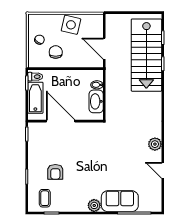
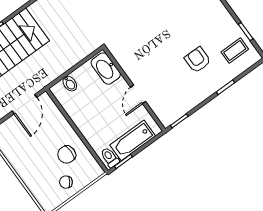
side table: (71, 25) -> (25, 159), removed
washbasin: (96, 101) -> (106, 69), moved, turned 90
door: (61, 121) -> (138, 94), width x0.53
armchair: (55, 172) -> (198, 60), turned -90

